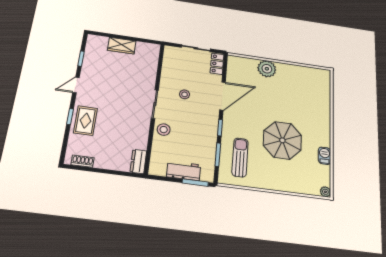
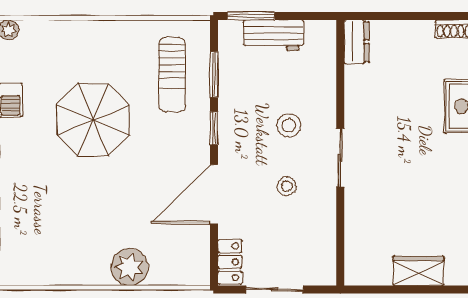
stool: (164, 130) -> (289, 125), moved

